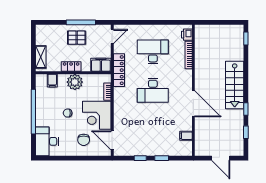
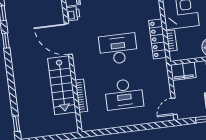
printer: (187, 35) -> (73, 14), moved
locker: (119, 70) -> (158, 39), moved
stairs: (235, 85) -> (62, 85), moved, turned 180

